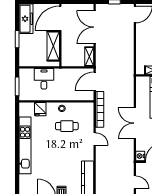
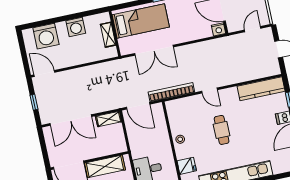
double door: (135, 123) -> (154, 50), moved
cafe table: (67, 126) -> (222, 130), moved
door: (95, 139) -> (209, 91), swing flipped

